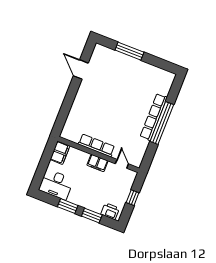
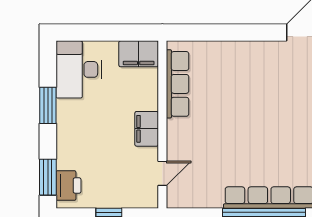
row of seats: (96, 145) -> (178, 84), moved
window: (92, 216) -> (48, 177), moved

